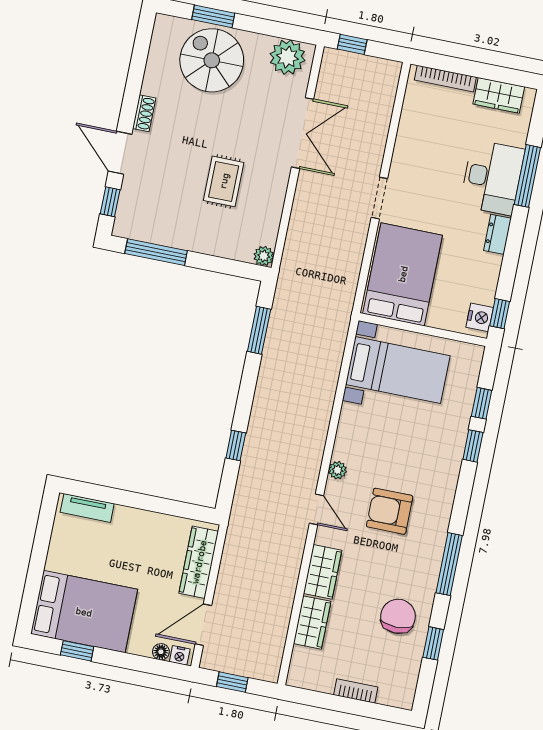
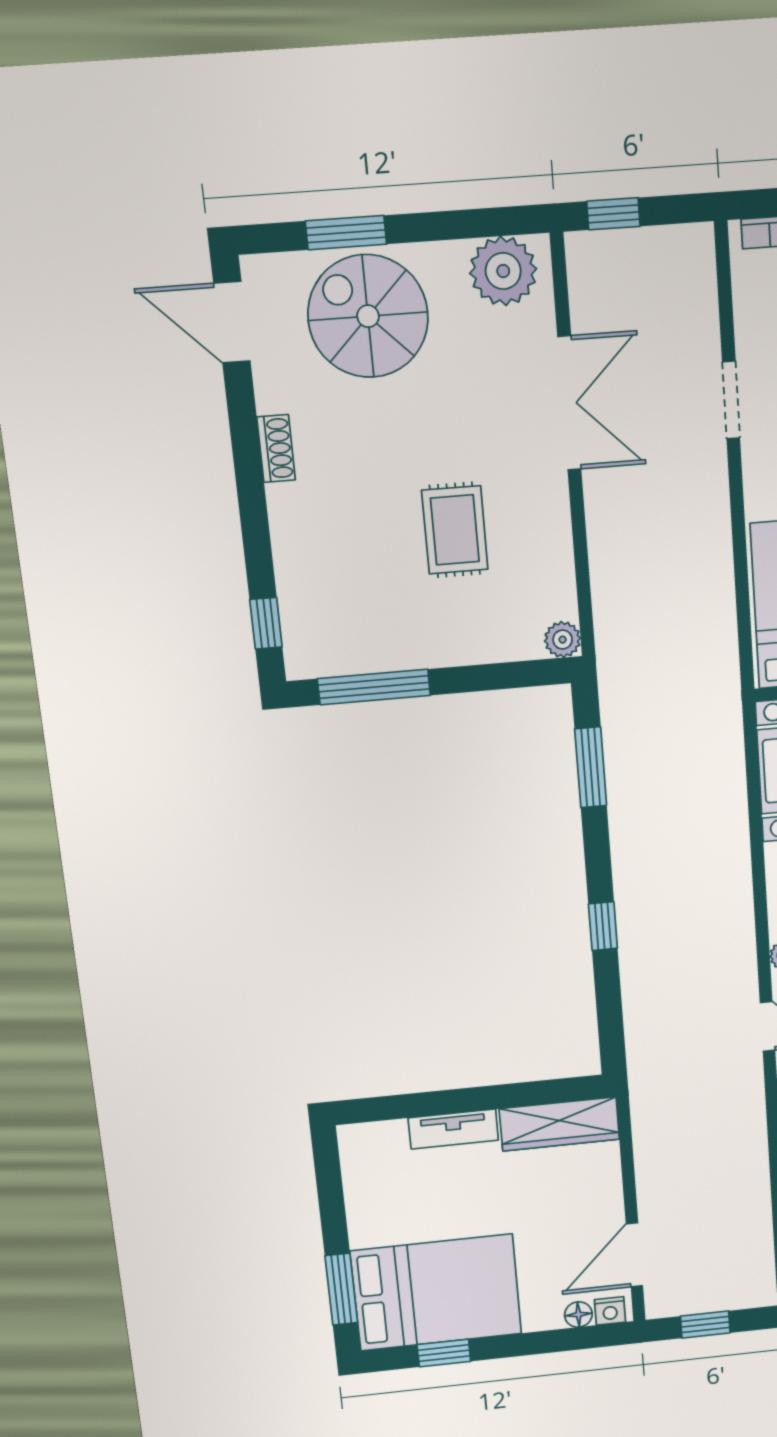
door: (120, 153) -> (232, 322), moved
doorway: (379, 198) -> (731, 400), moved
window: (236, 446) -> (603, 926), moved
tv unit: (87, 508) -> (453, 1129), moved
wardrobe: (199, 562) -> (559, 1124), moved, turned -90
window: (31, 592) -> (341, 1289), added

